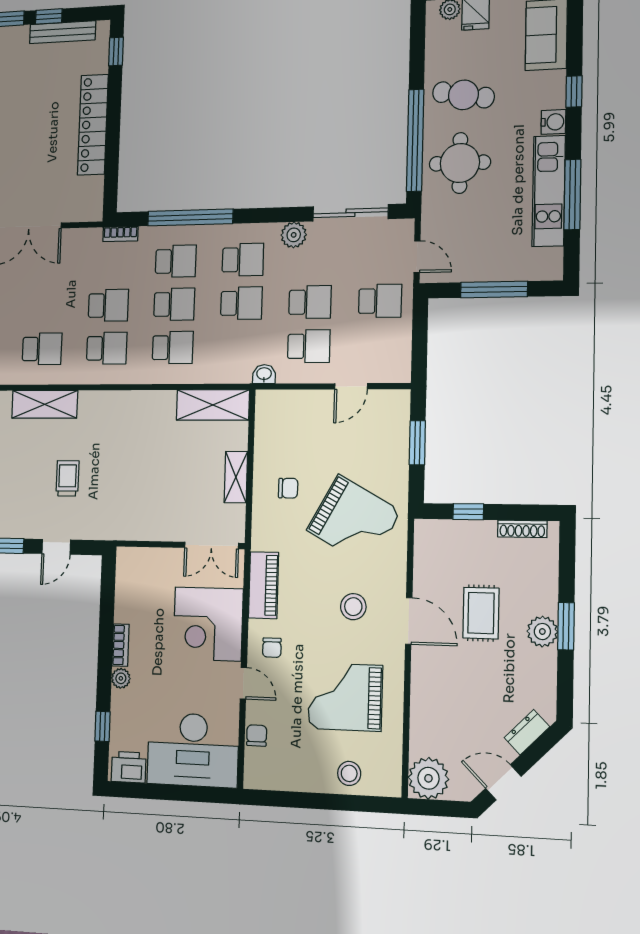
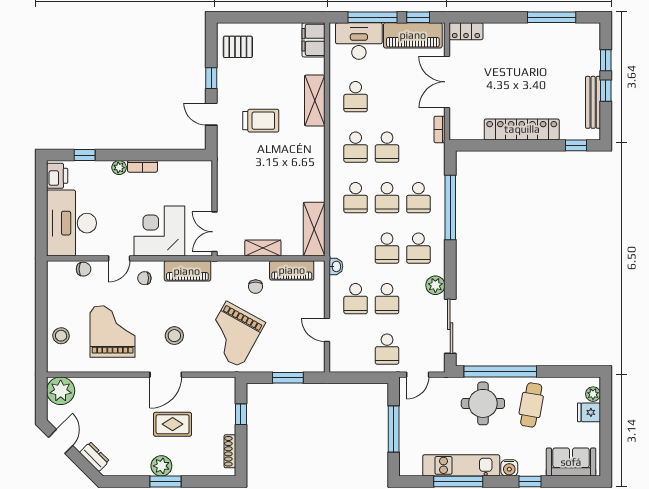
bookcase: (120, 234) -> (439, 130), moved
piano: (267, 437) -> (292, 270), added
trolley: (67, 478) -> (261, 121), width x1.36, depth x1.39

